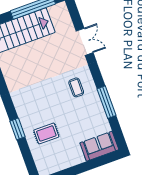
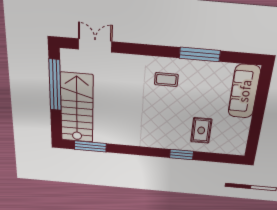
double door: (85, 42) -> (95, 45), moved
sofa: (99, 146) -> (244, 91), width x1.36

